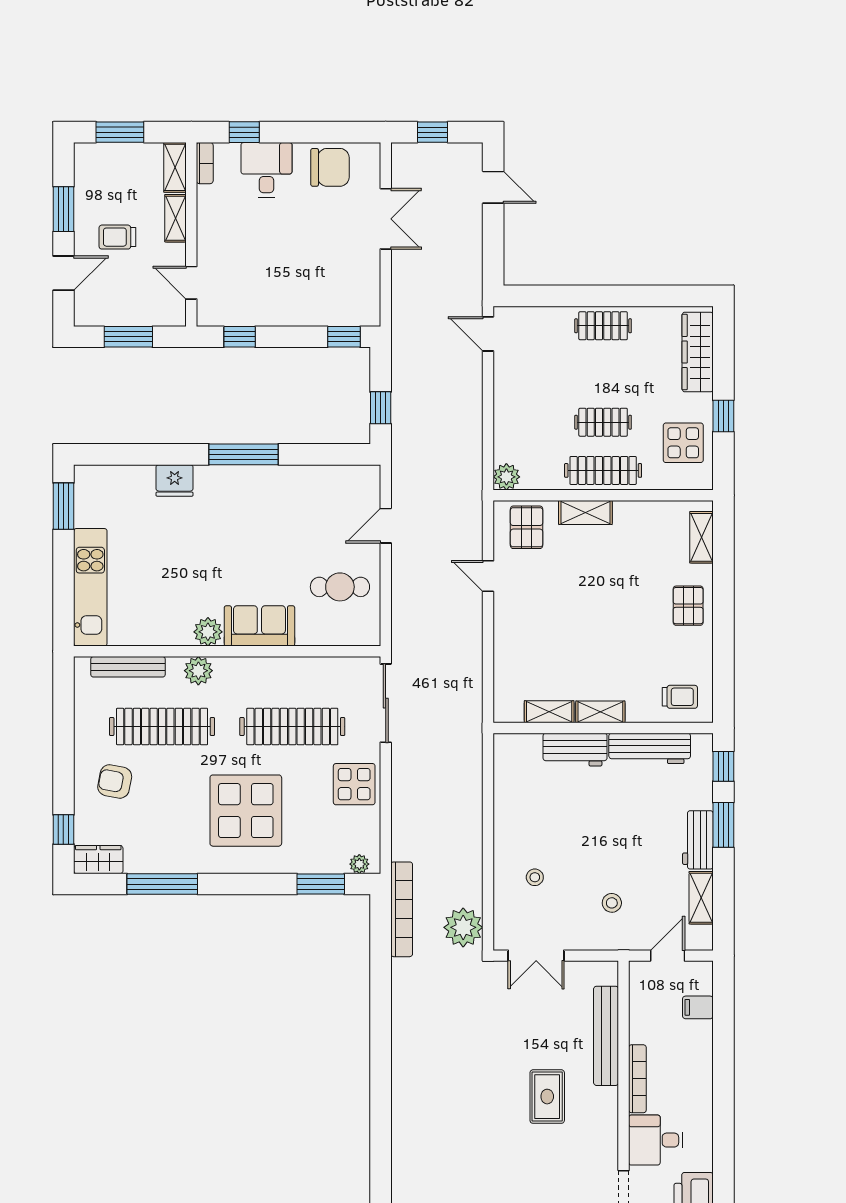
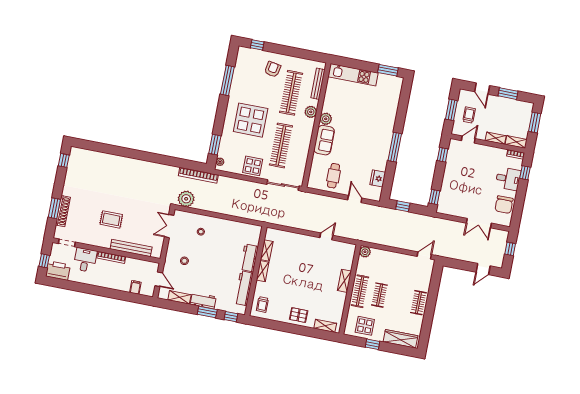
trolley: (117, 237) -> (469, 115), moved
fridge: (175, 480) -> (378, 178), moved
pallet: (527, 527) -> (343, 256), removed
wardrobe: (98, 860) -> (242, 57), removed

